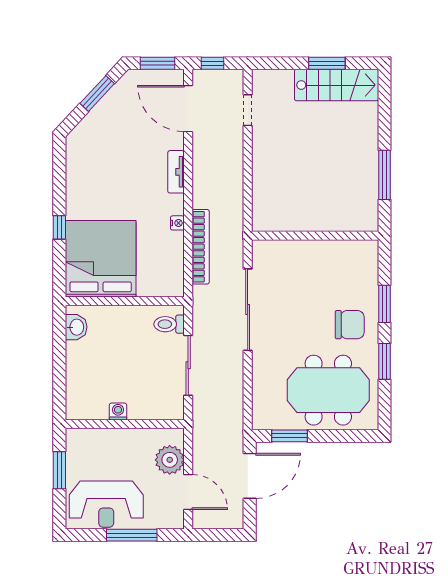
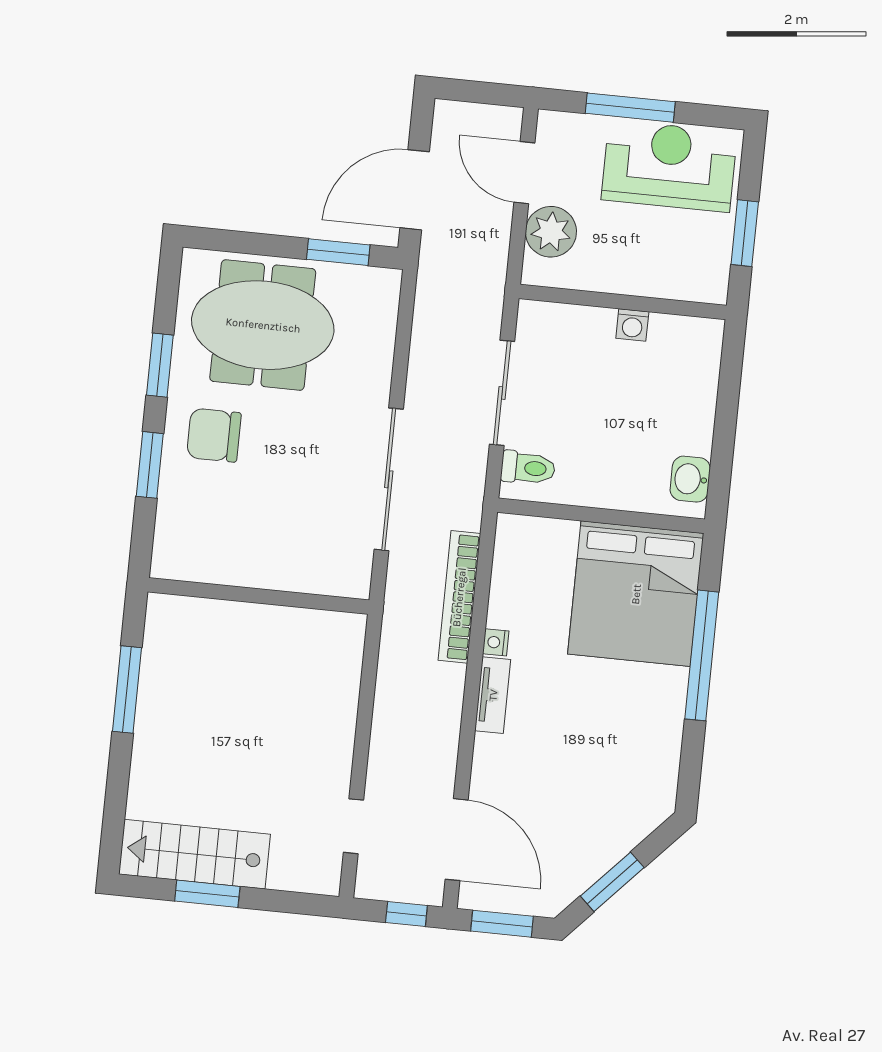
tv unit: (176, 172) -> (493, 695), moved
window: (59, 227) -> (702, 655), width x3.17

